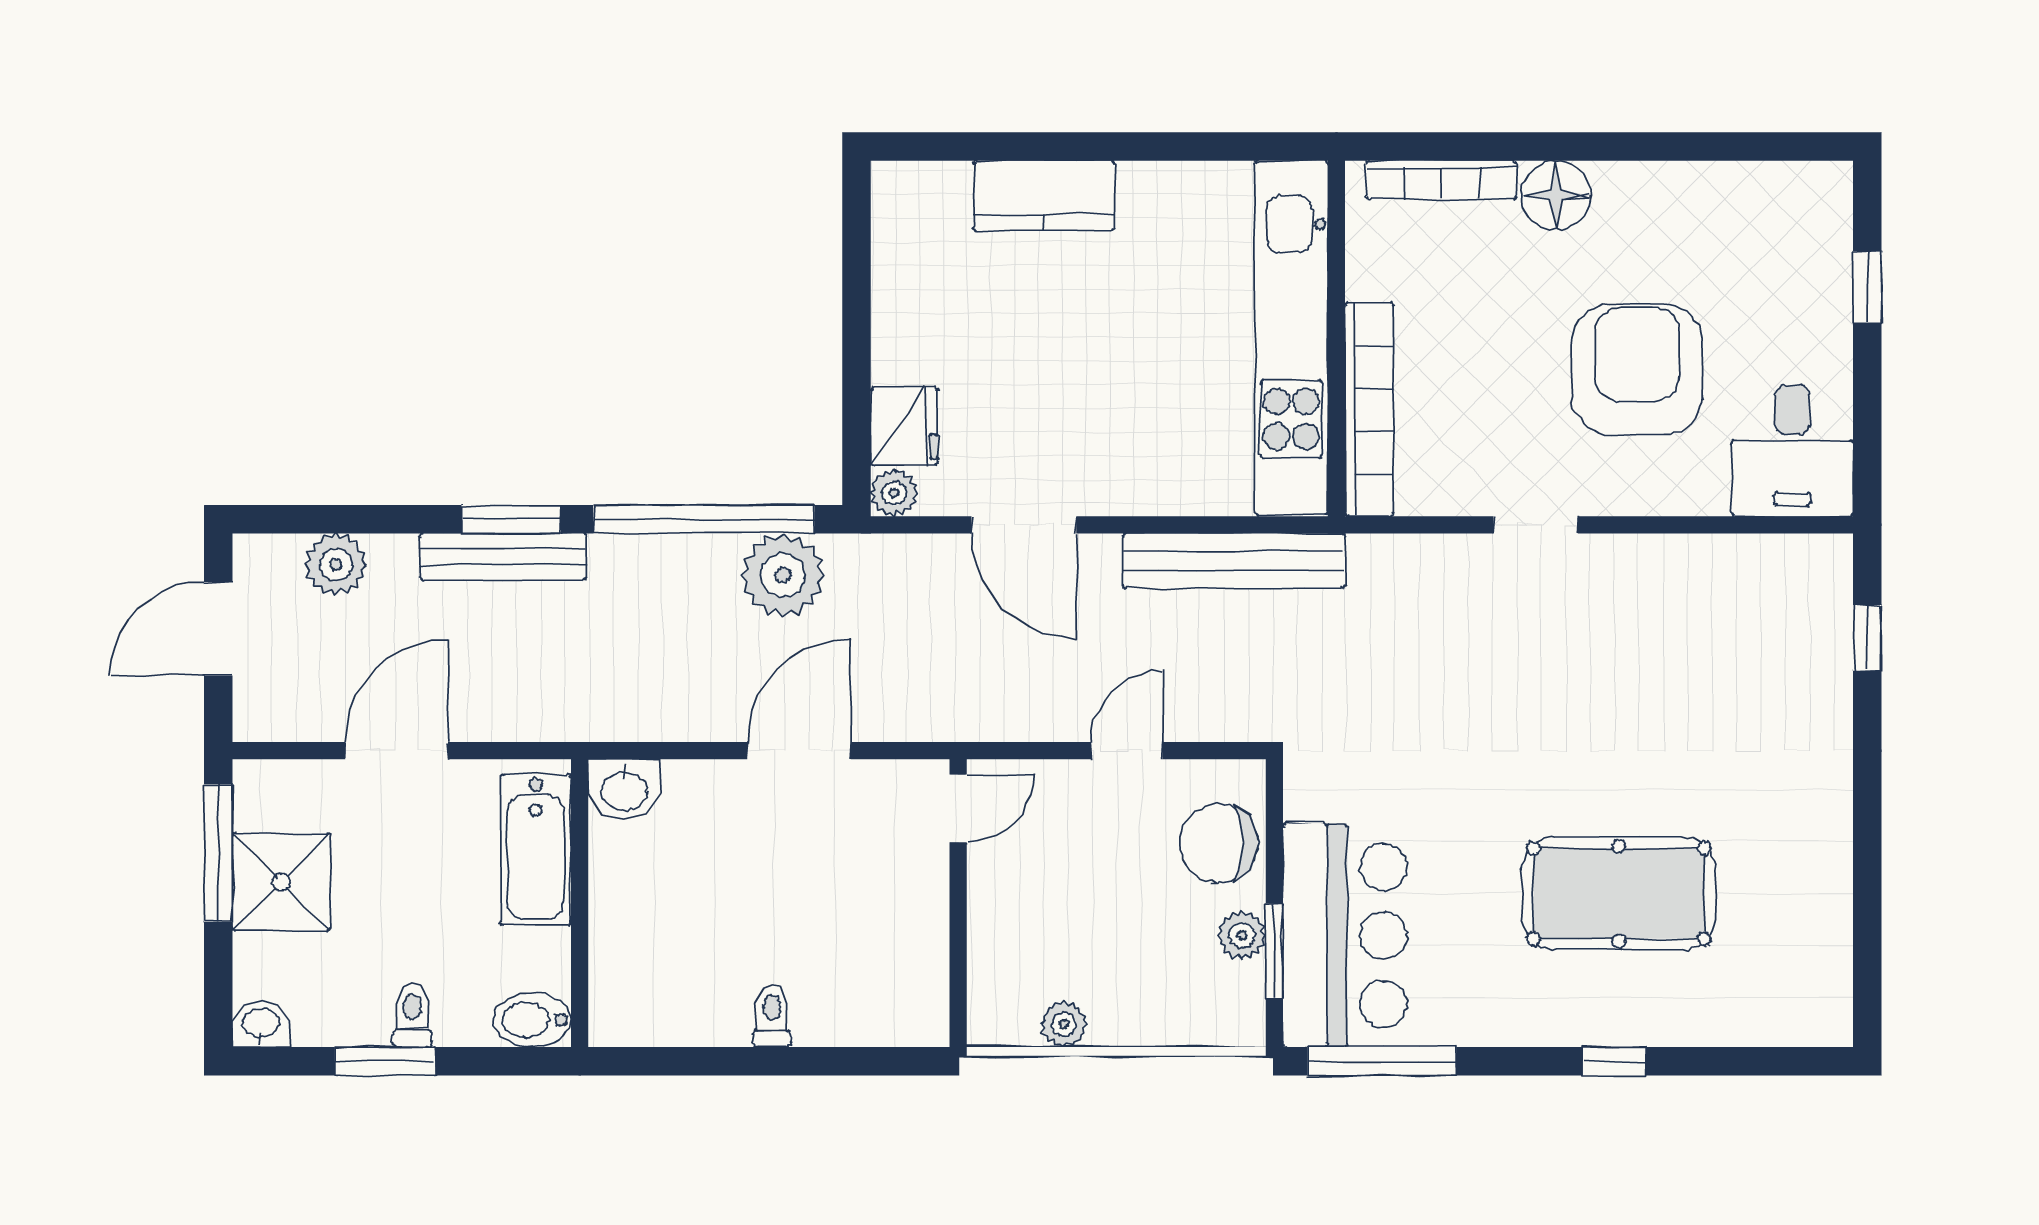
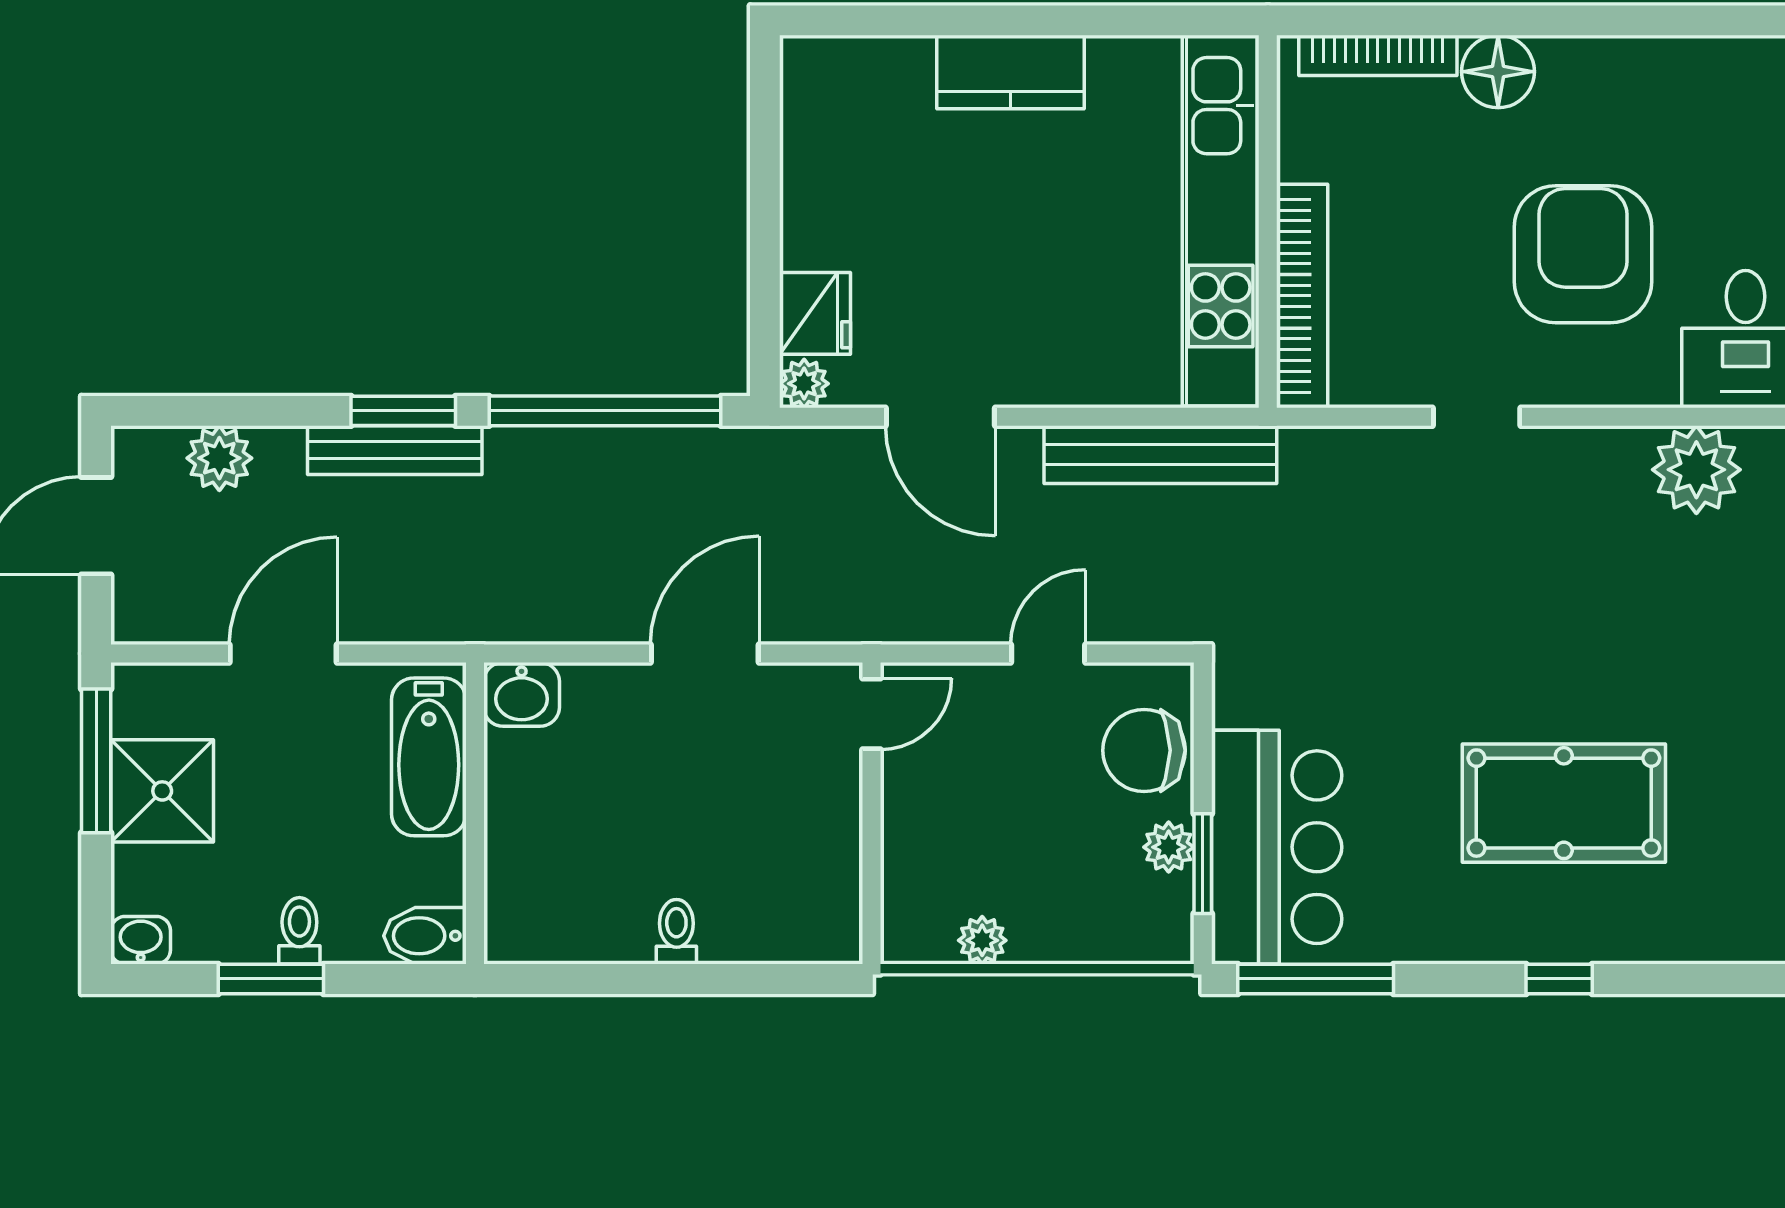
kitchen counter: (1044, 196) -> (1010, 72), moved
plant: (783, 575) -> (1696, 470), moved

